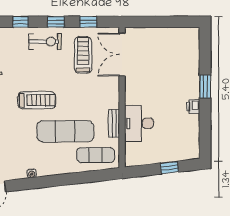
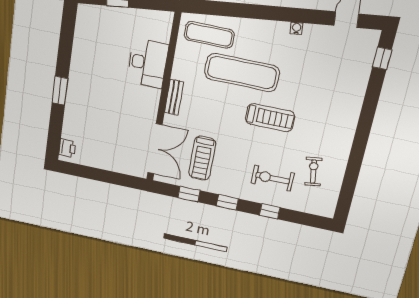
exercise bike: (45, 42) -> (272, 178), moved
treadmill: (37, 100) -> (270, 118), turned 180
printer: (193, 107) -> (67, 148), moved
bench: (114, 123) -> (174, 97), moved

